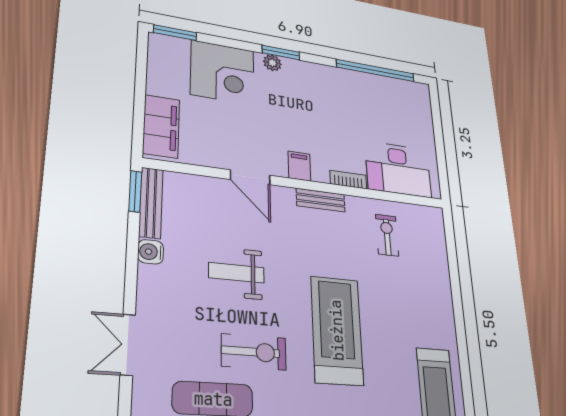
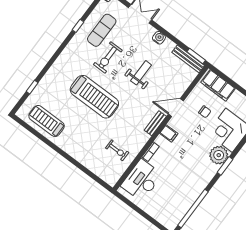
plant: (272, 63) -> (219, 155), width x1.88, depth x1.88
chair: (222, 126) -> (205, 112), added
bench: (321, 200) -> (155, 123), moved
water cooler: (151, 252) -> (159, 38), moved

